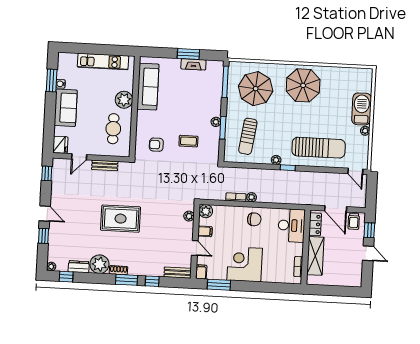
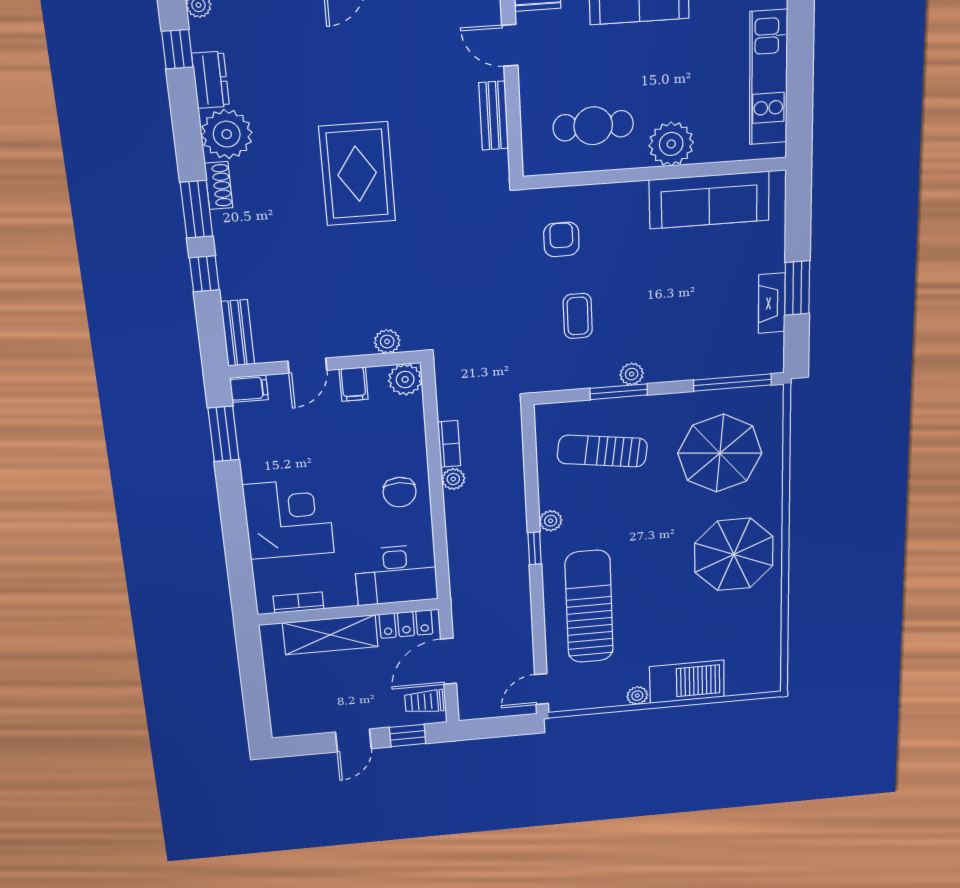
sun lounger: (319, 148) -> (589, 607), turned 180
corner desk: (245, 264) -> (289, 519), moved

